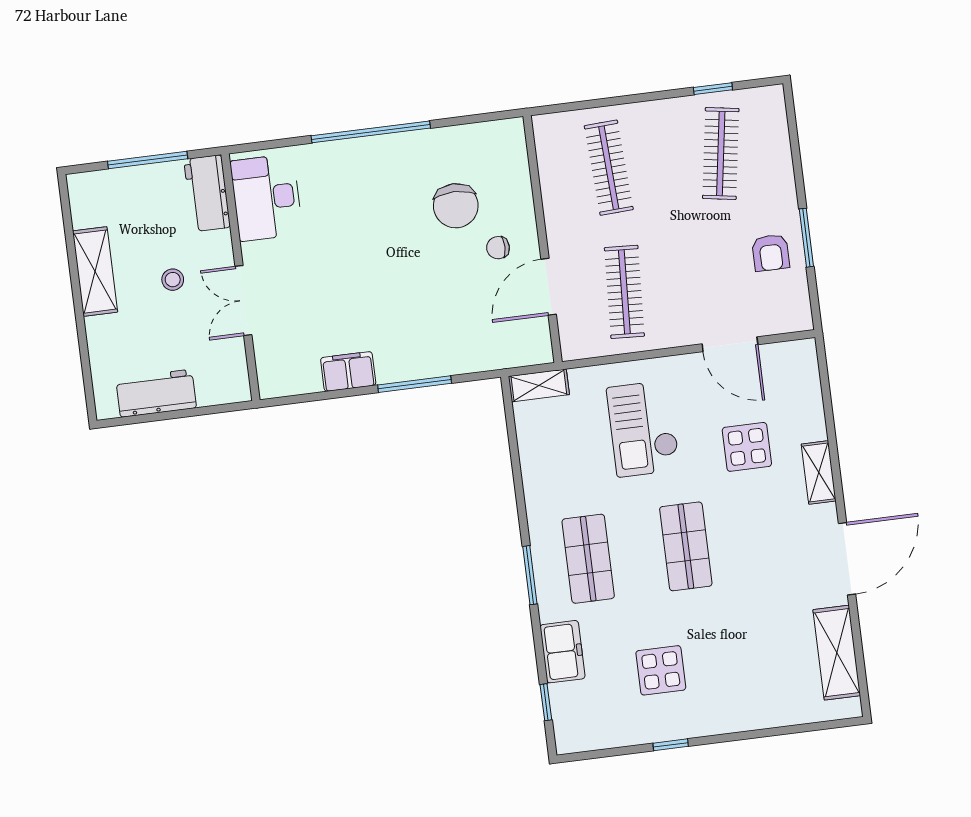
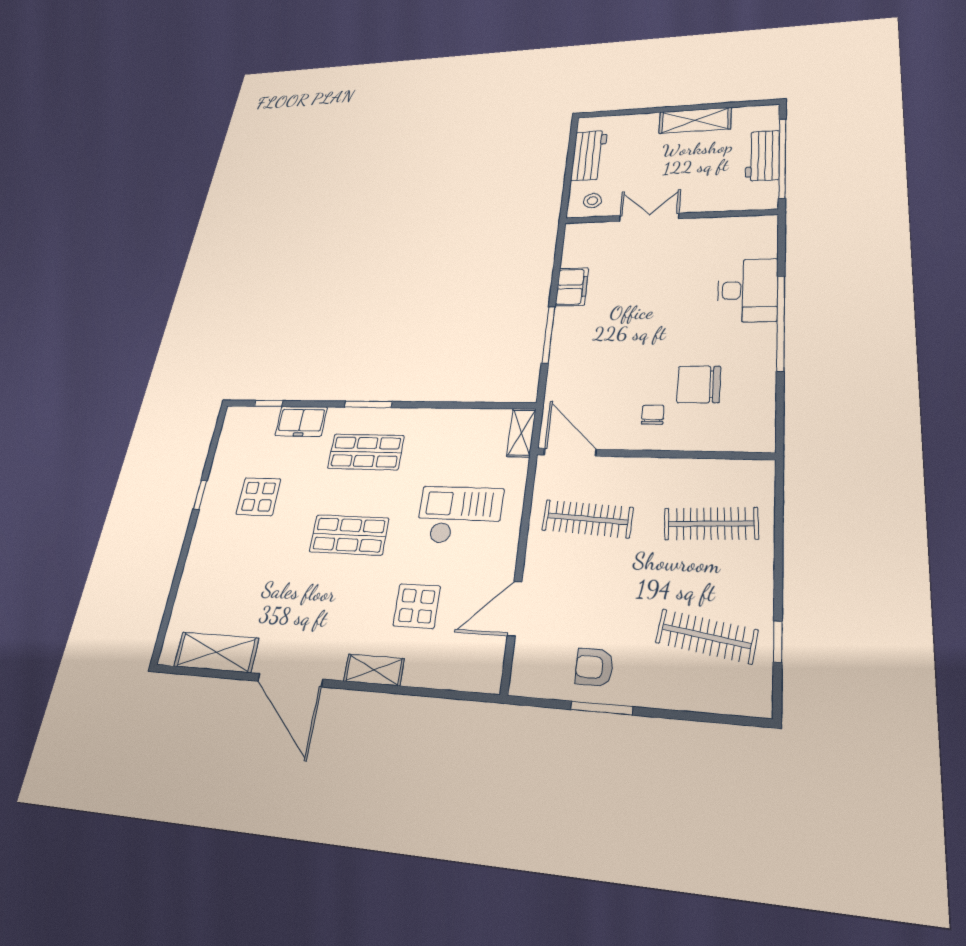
window: (148, 160) -> (782, 158), width x1.46
workbench: (207, 193) -> (762, 156), moved, turned -90
desk: (266, 198) -> (748, 290), moved, turned 90
stool: (173, 280) -> (593, 201), moved
door: (549, 287) -> (570, 452), moved

